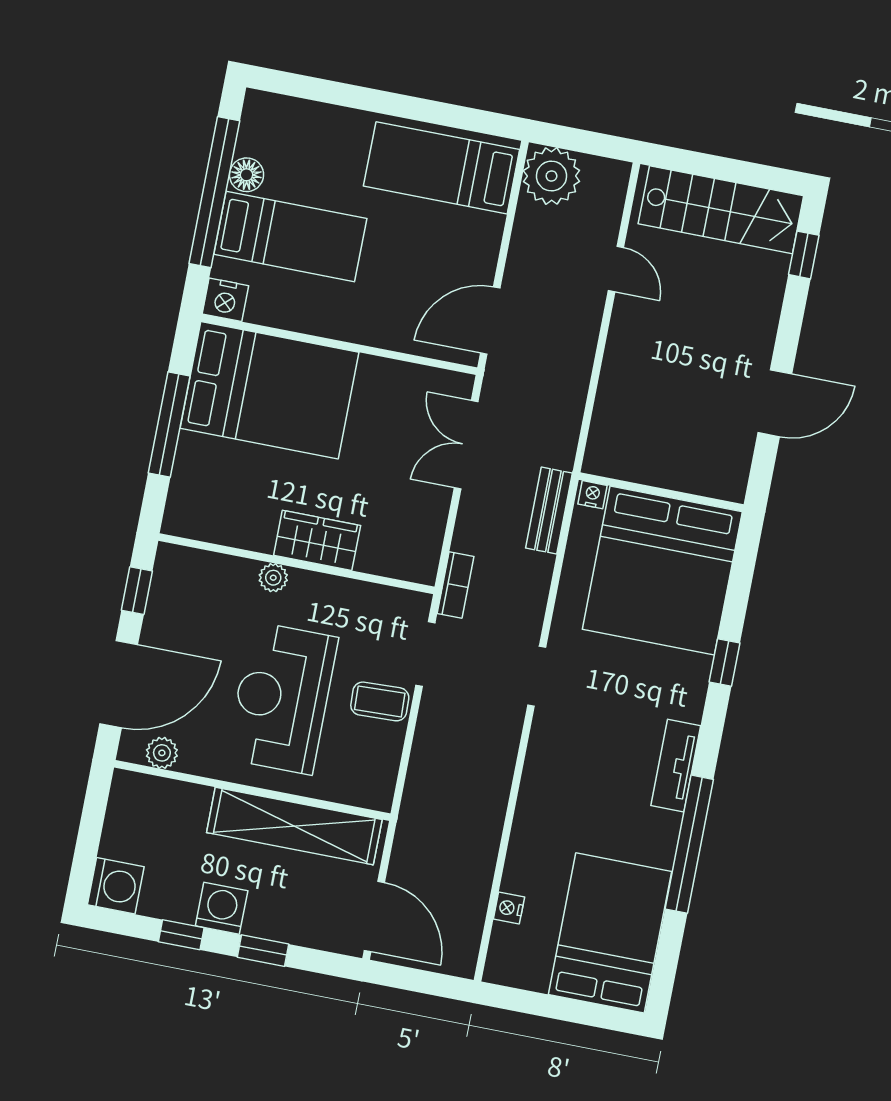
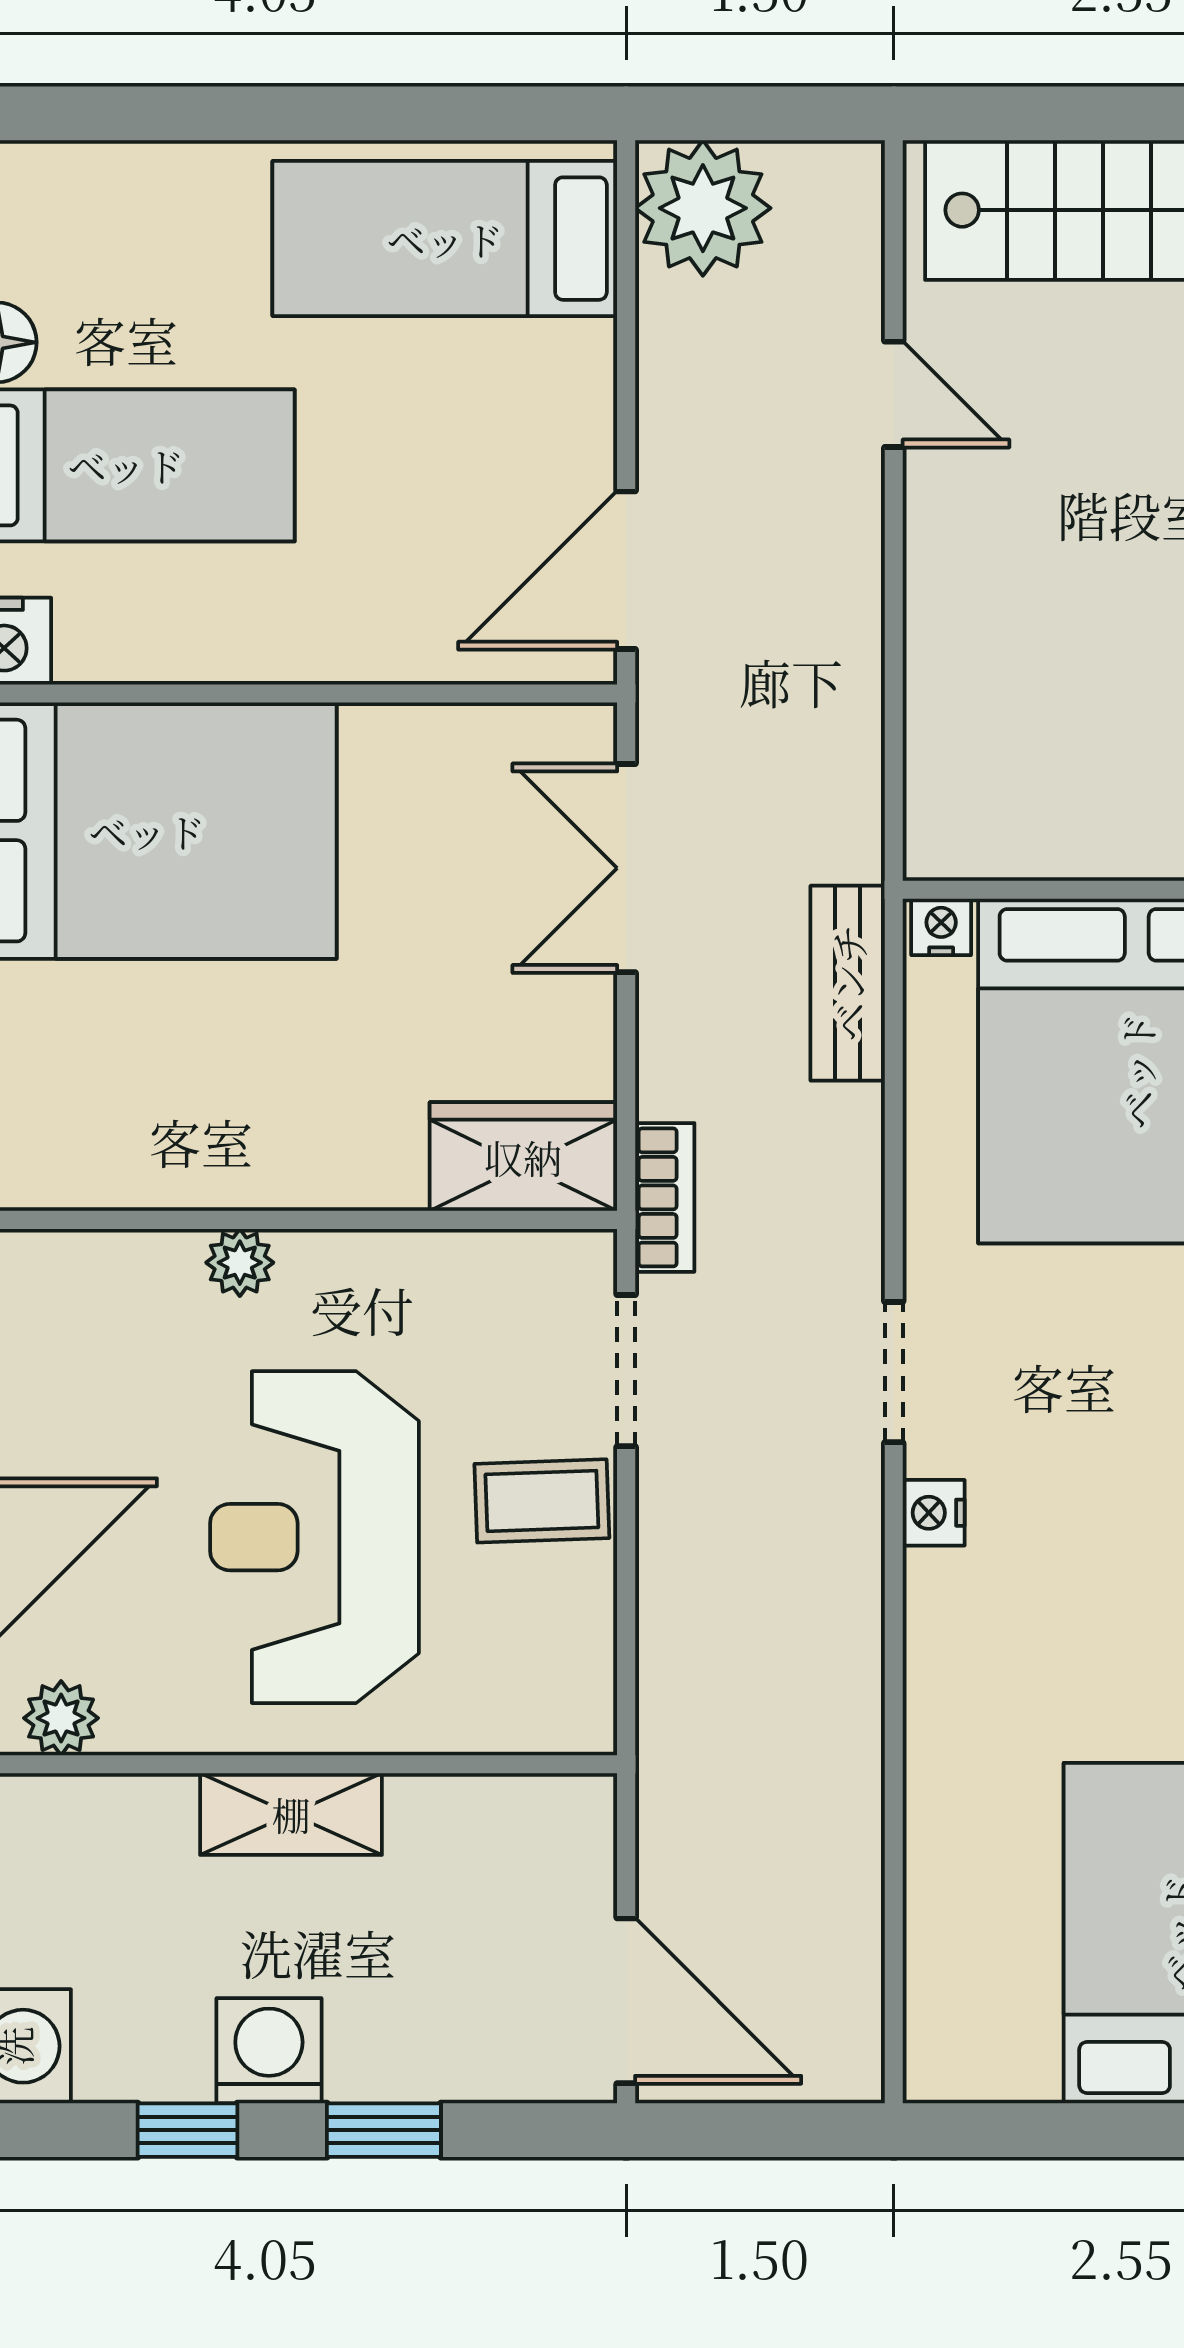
wardrobe: (317, 540) -> (523, 1157), moved
shelving: (294, 826) -> (291, 1814), width x0.45, depth x0.75
nightstand: (509, 908) -> (934, 1513), moved

